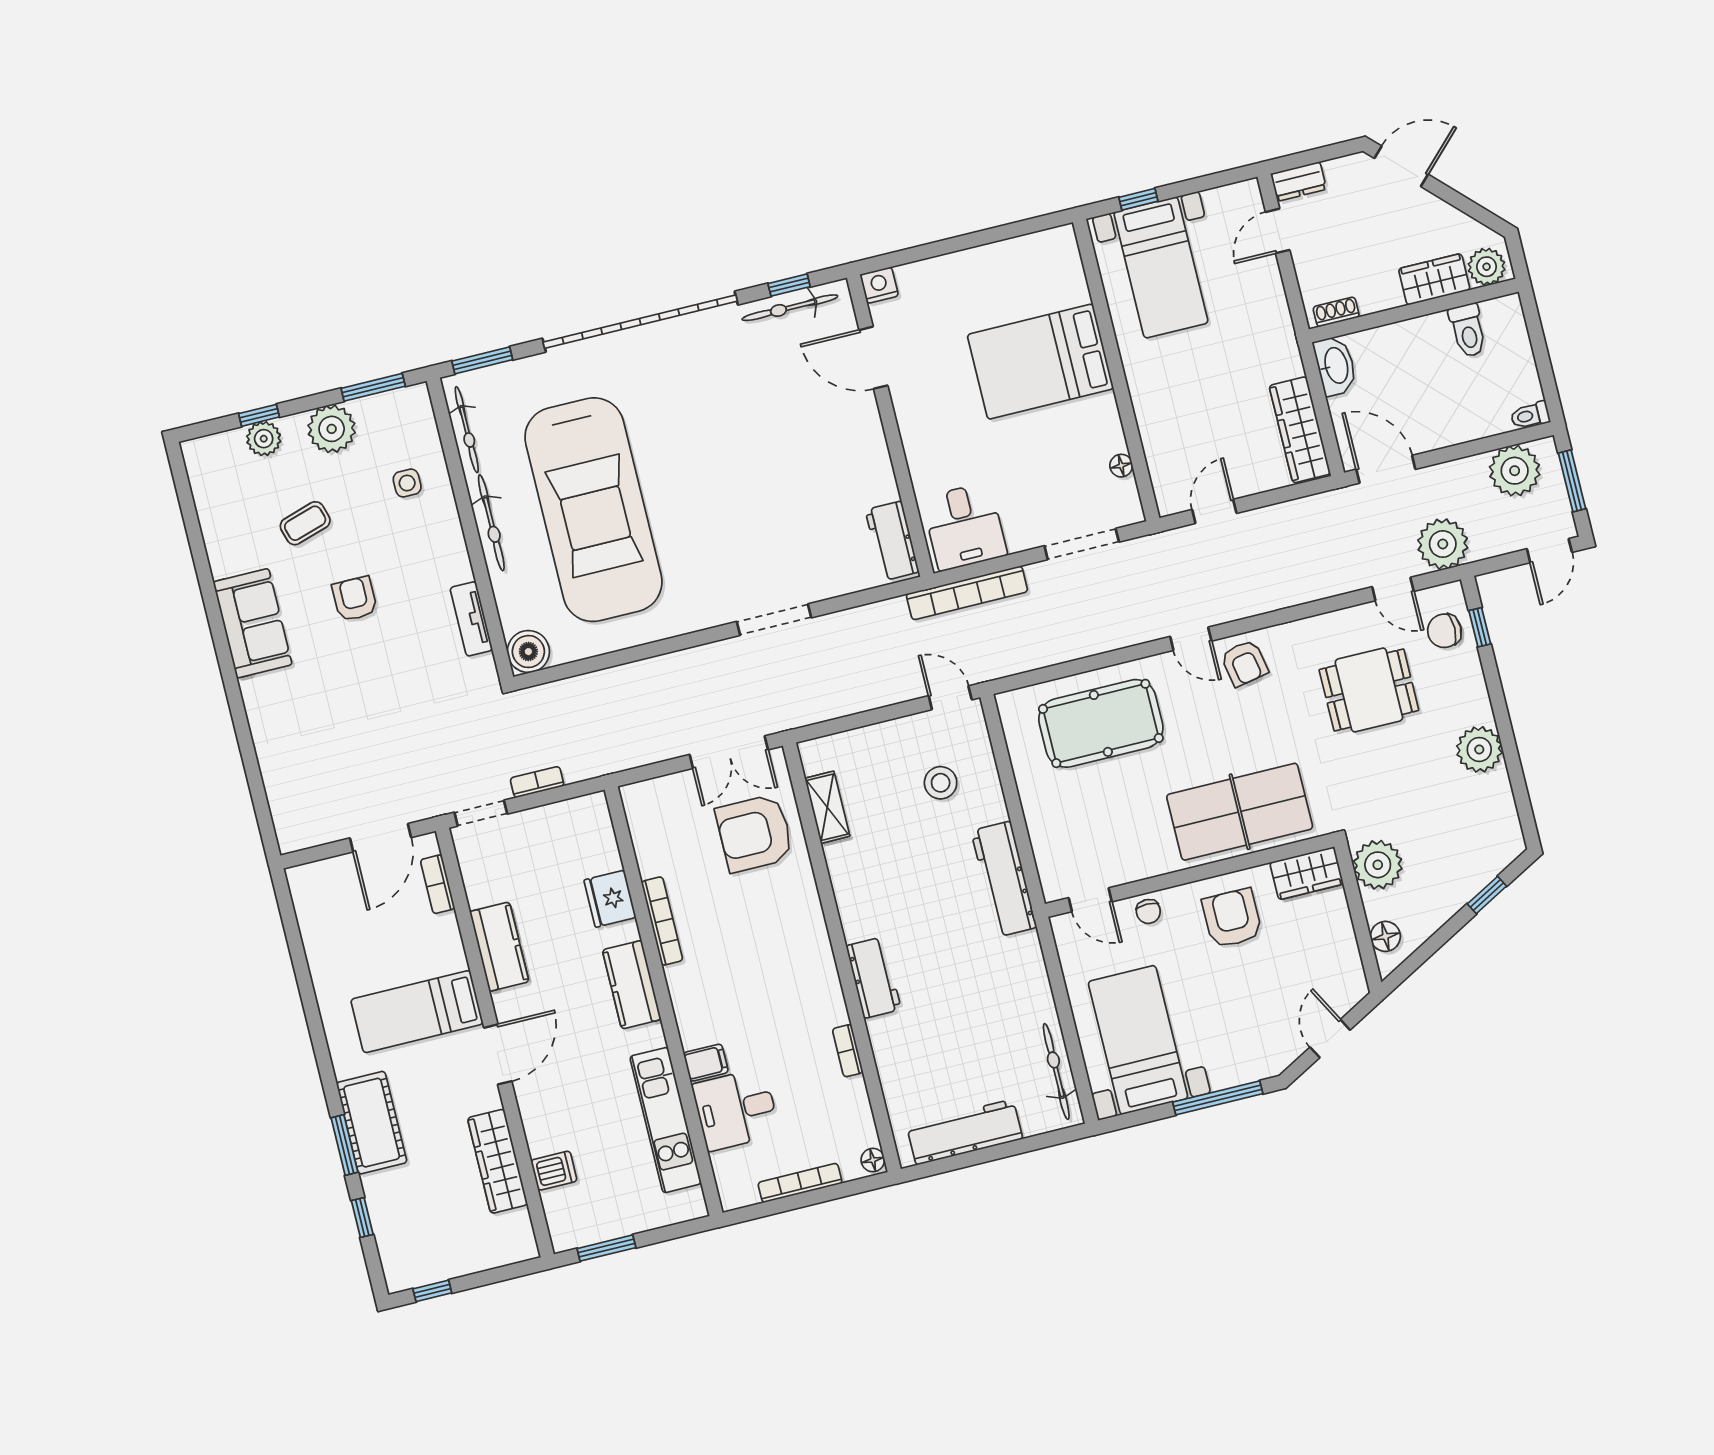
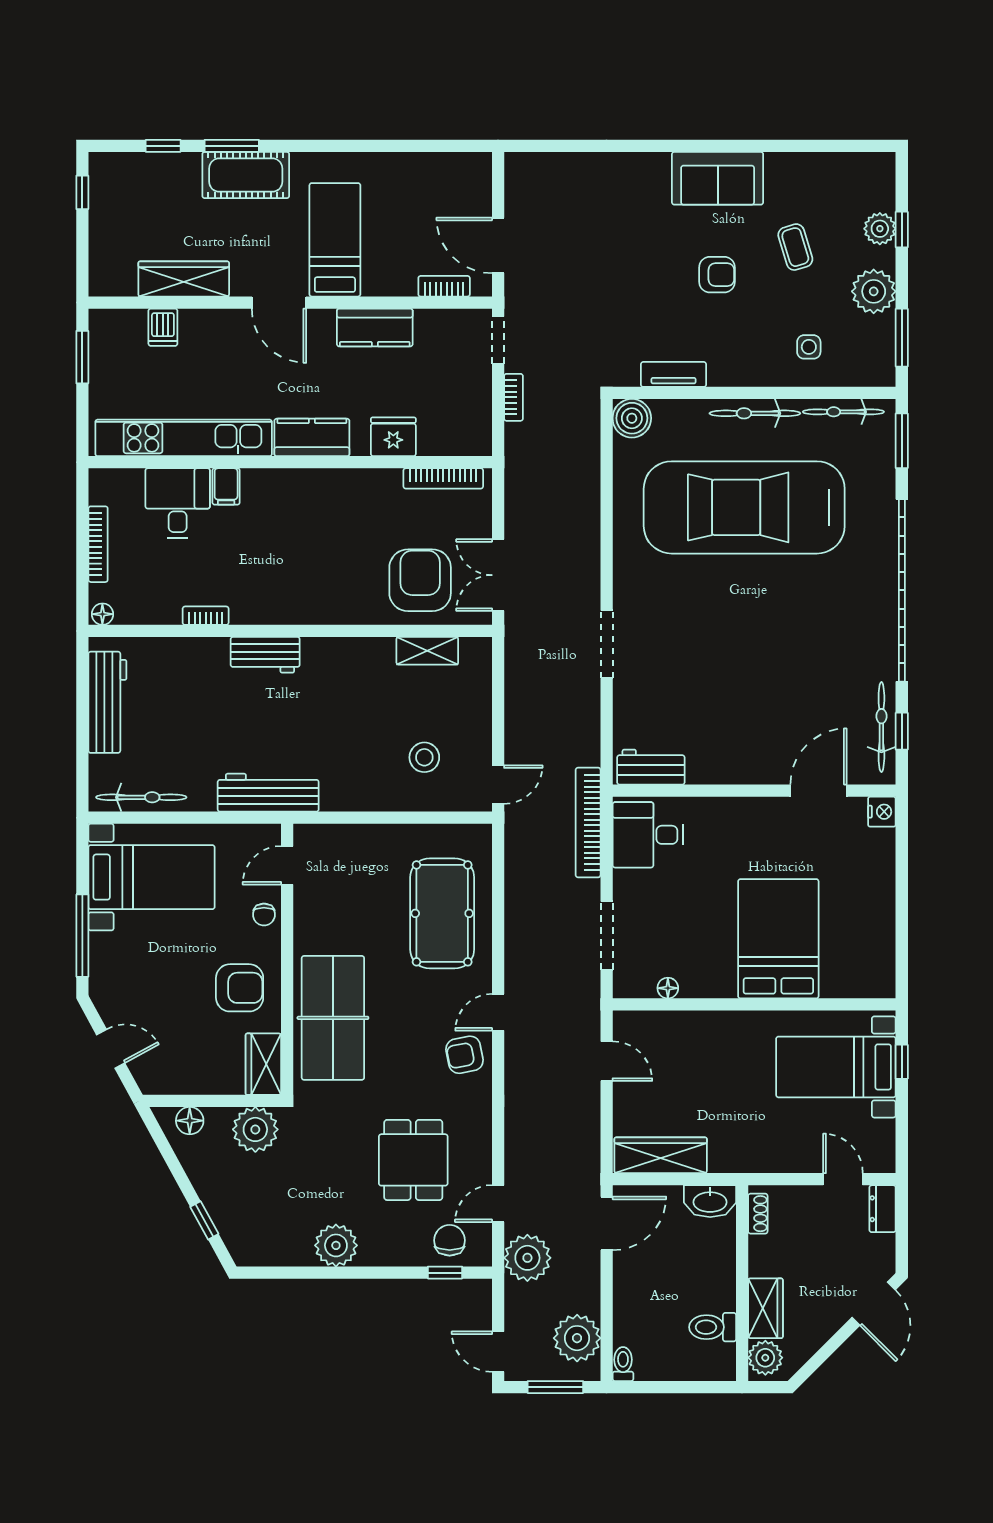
workbench: (1004, 879) -> (268, 793), moved
chair: (1148, 911) -> (264, 915), turned -90
bookcase: (662, 921) -> (443, 478), moved
kitchen unit: (666, 1120) -> (184, 438), width x1.36

